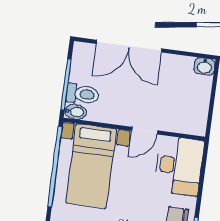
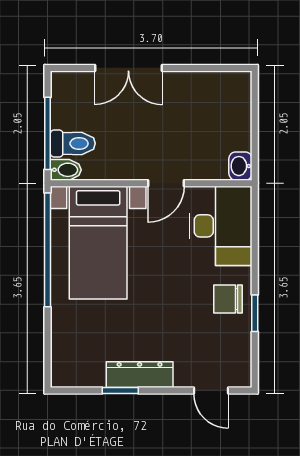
double door: (129, 46) -> (128, 68), width x0.73
washbasin: (204, 66) -> (240, 166), moved, turned 90

